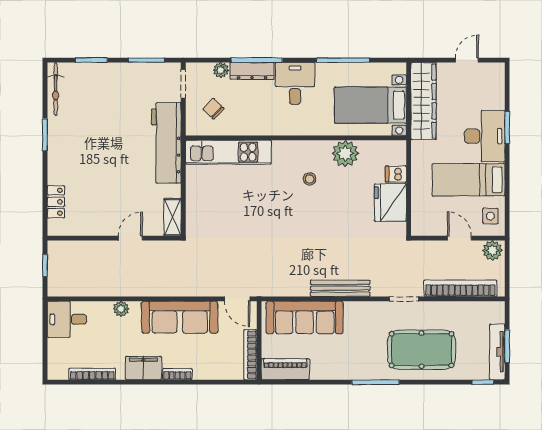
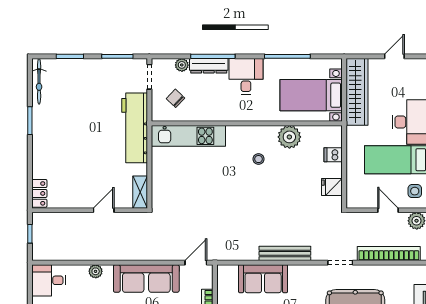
locker: (56, 202) -> (39, 193), moved
fridge: (390, 203) -> (332, 187), width x0.53, depth x0.75
door: (237, 299) -> (196, 263), swing flipped
sofa: (305, 317) -> (263, 279), width x0.73

